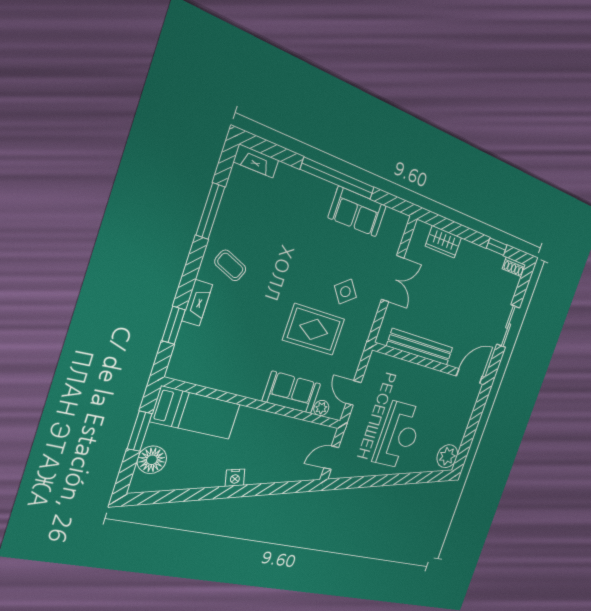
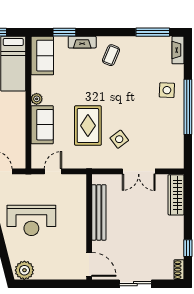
side table: (306, 200) -> (167, 90), added
window: (210, 211) -> (153, 32), moved
sofa: (357, 212) -> (42, 56), moved, turned 180
wardrobe: (443, 242) -> (176, 195), width x1.50
plant: (321, 408) -> (37, 99), moved

